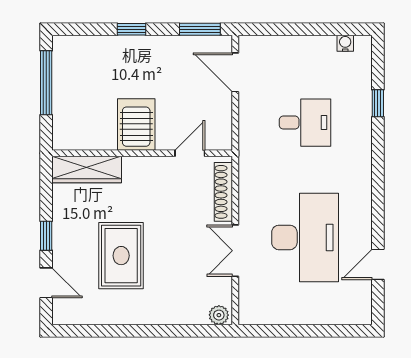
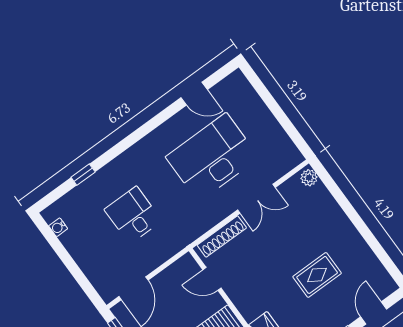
rug: (121, 256) -> (317, 275), width x0.73, depth x0.70

